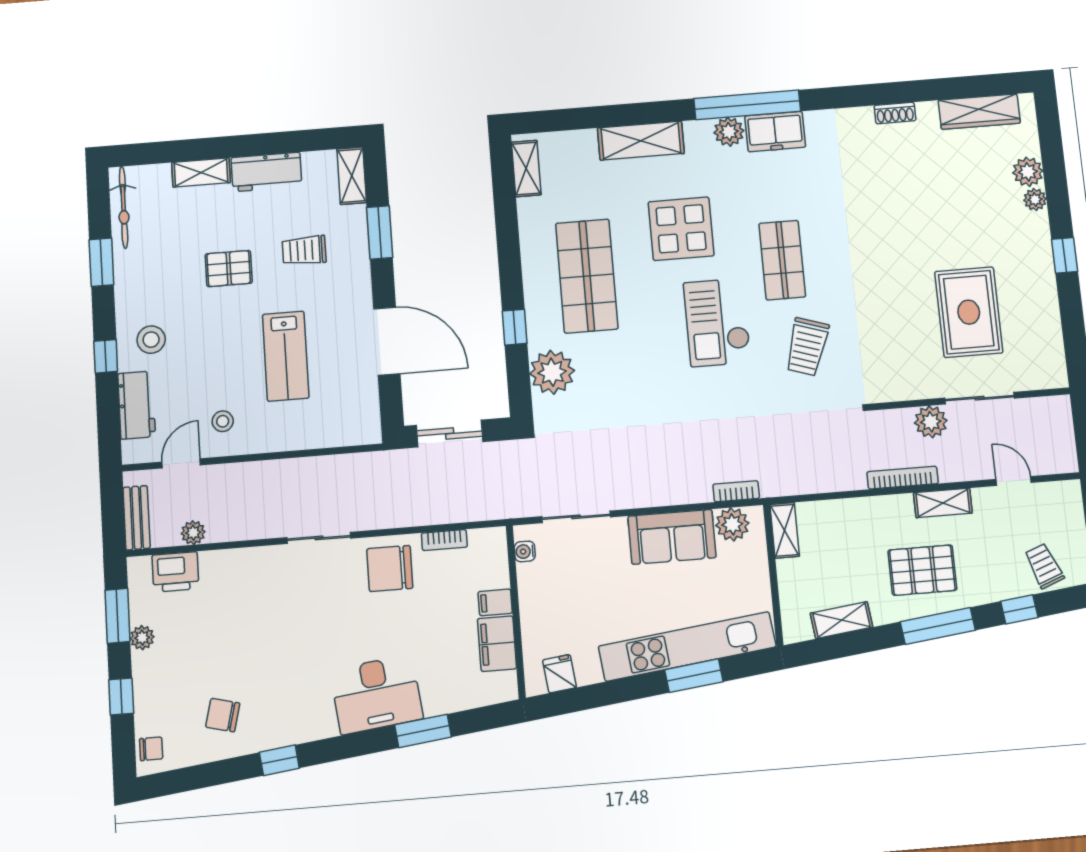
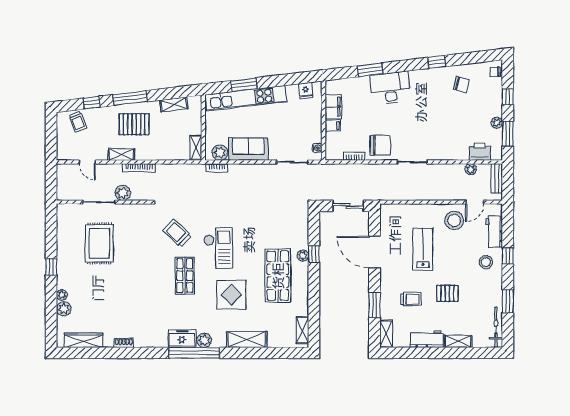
trolley: (807, 347) -> (177, 233), turned -65
plant: (552, 372) -> (303, 256), moved, width x0.53, depth x0.53
stool: (223, 421) -> (454, 220), width x1.89, depth x1.89

